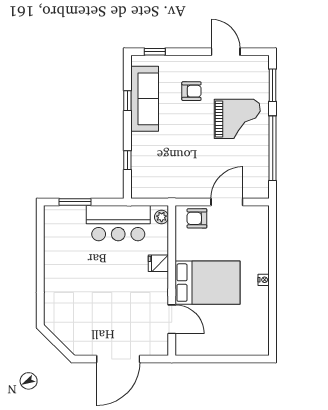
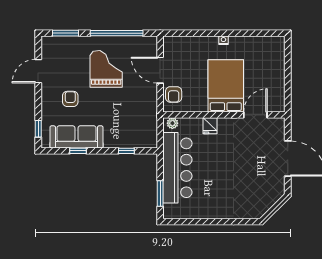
grand piano: (237, 119) -> (106, 69), moved
bar counter: (118, 223) -> (177, 168), width x1.36

